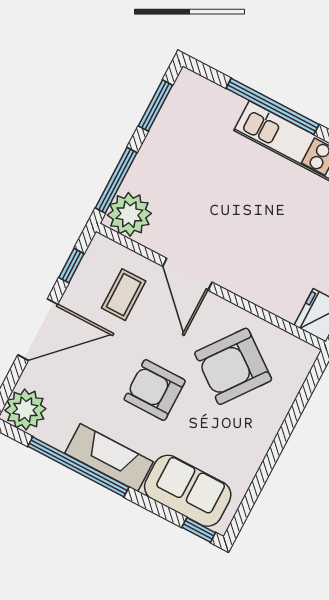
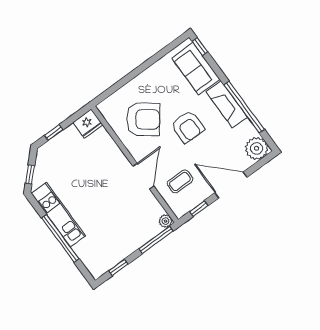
window: (155, 106) -> (118, 267), width x0.67
plant: (129, 214) -> (166, 221), width x0.53, depth x0.53

